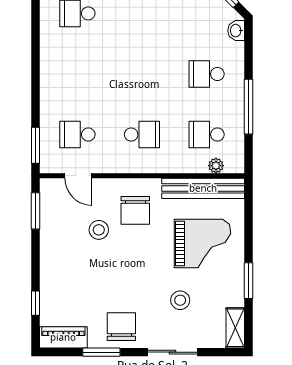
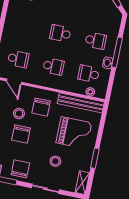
washbasin: (236, 31) -> (108, 63), moved
school desk: (142, 74) -> (60, 33), added
school desk: (207, 74) -> (96, 41), turned 180
window: (248, 107) -> (117, 52), moved
school desk: (77, 135) -> (18, 59), turned 180
chair: (110, 265) -> (21, 134), added

